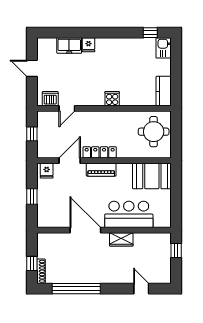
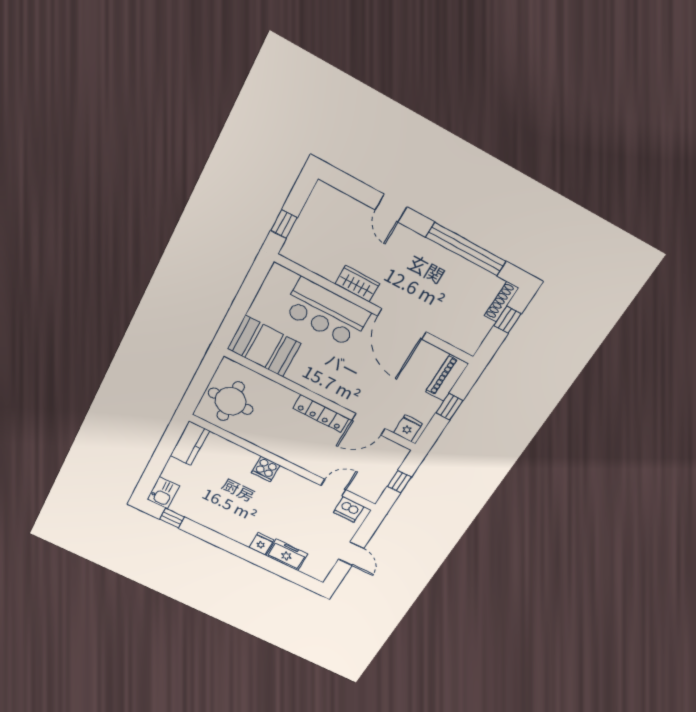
piano: (101, 170) -> (447, 378), moved, turned -90
door: (141, 289) -> (391, 208), moved

